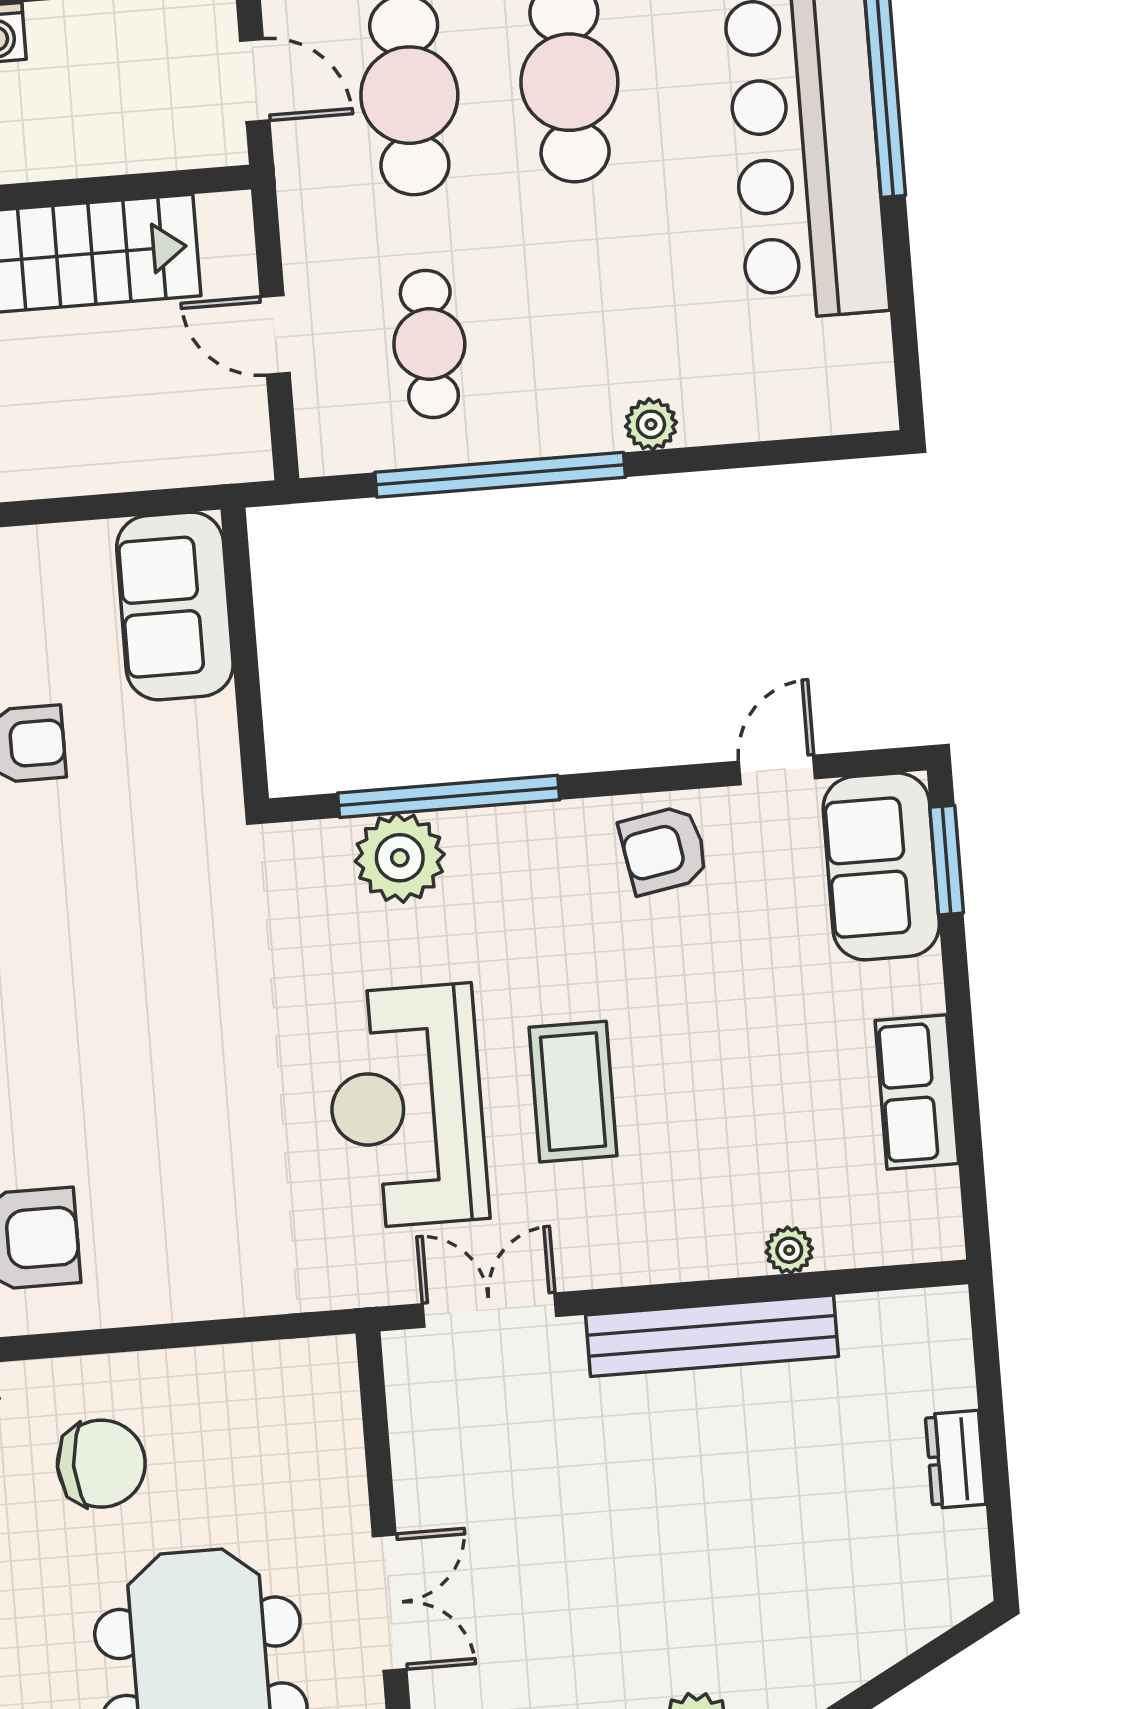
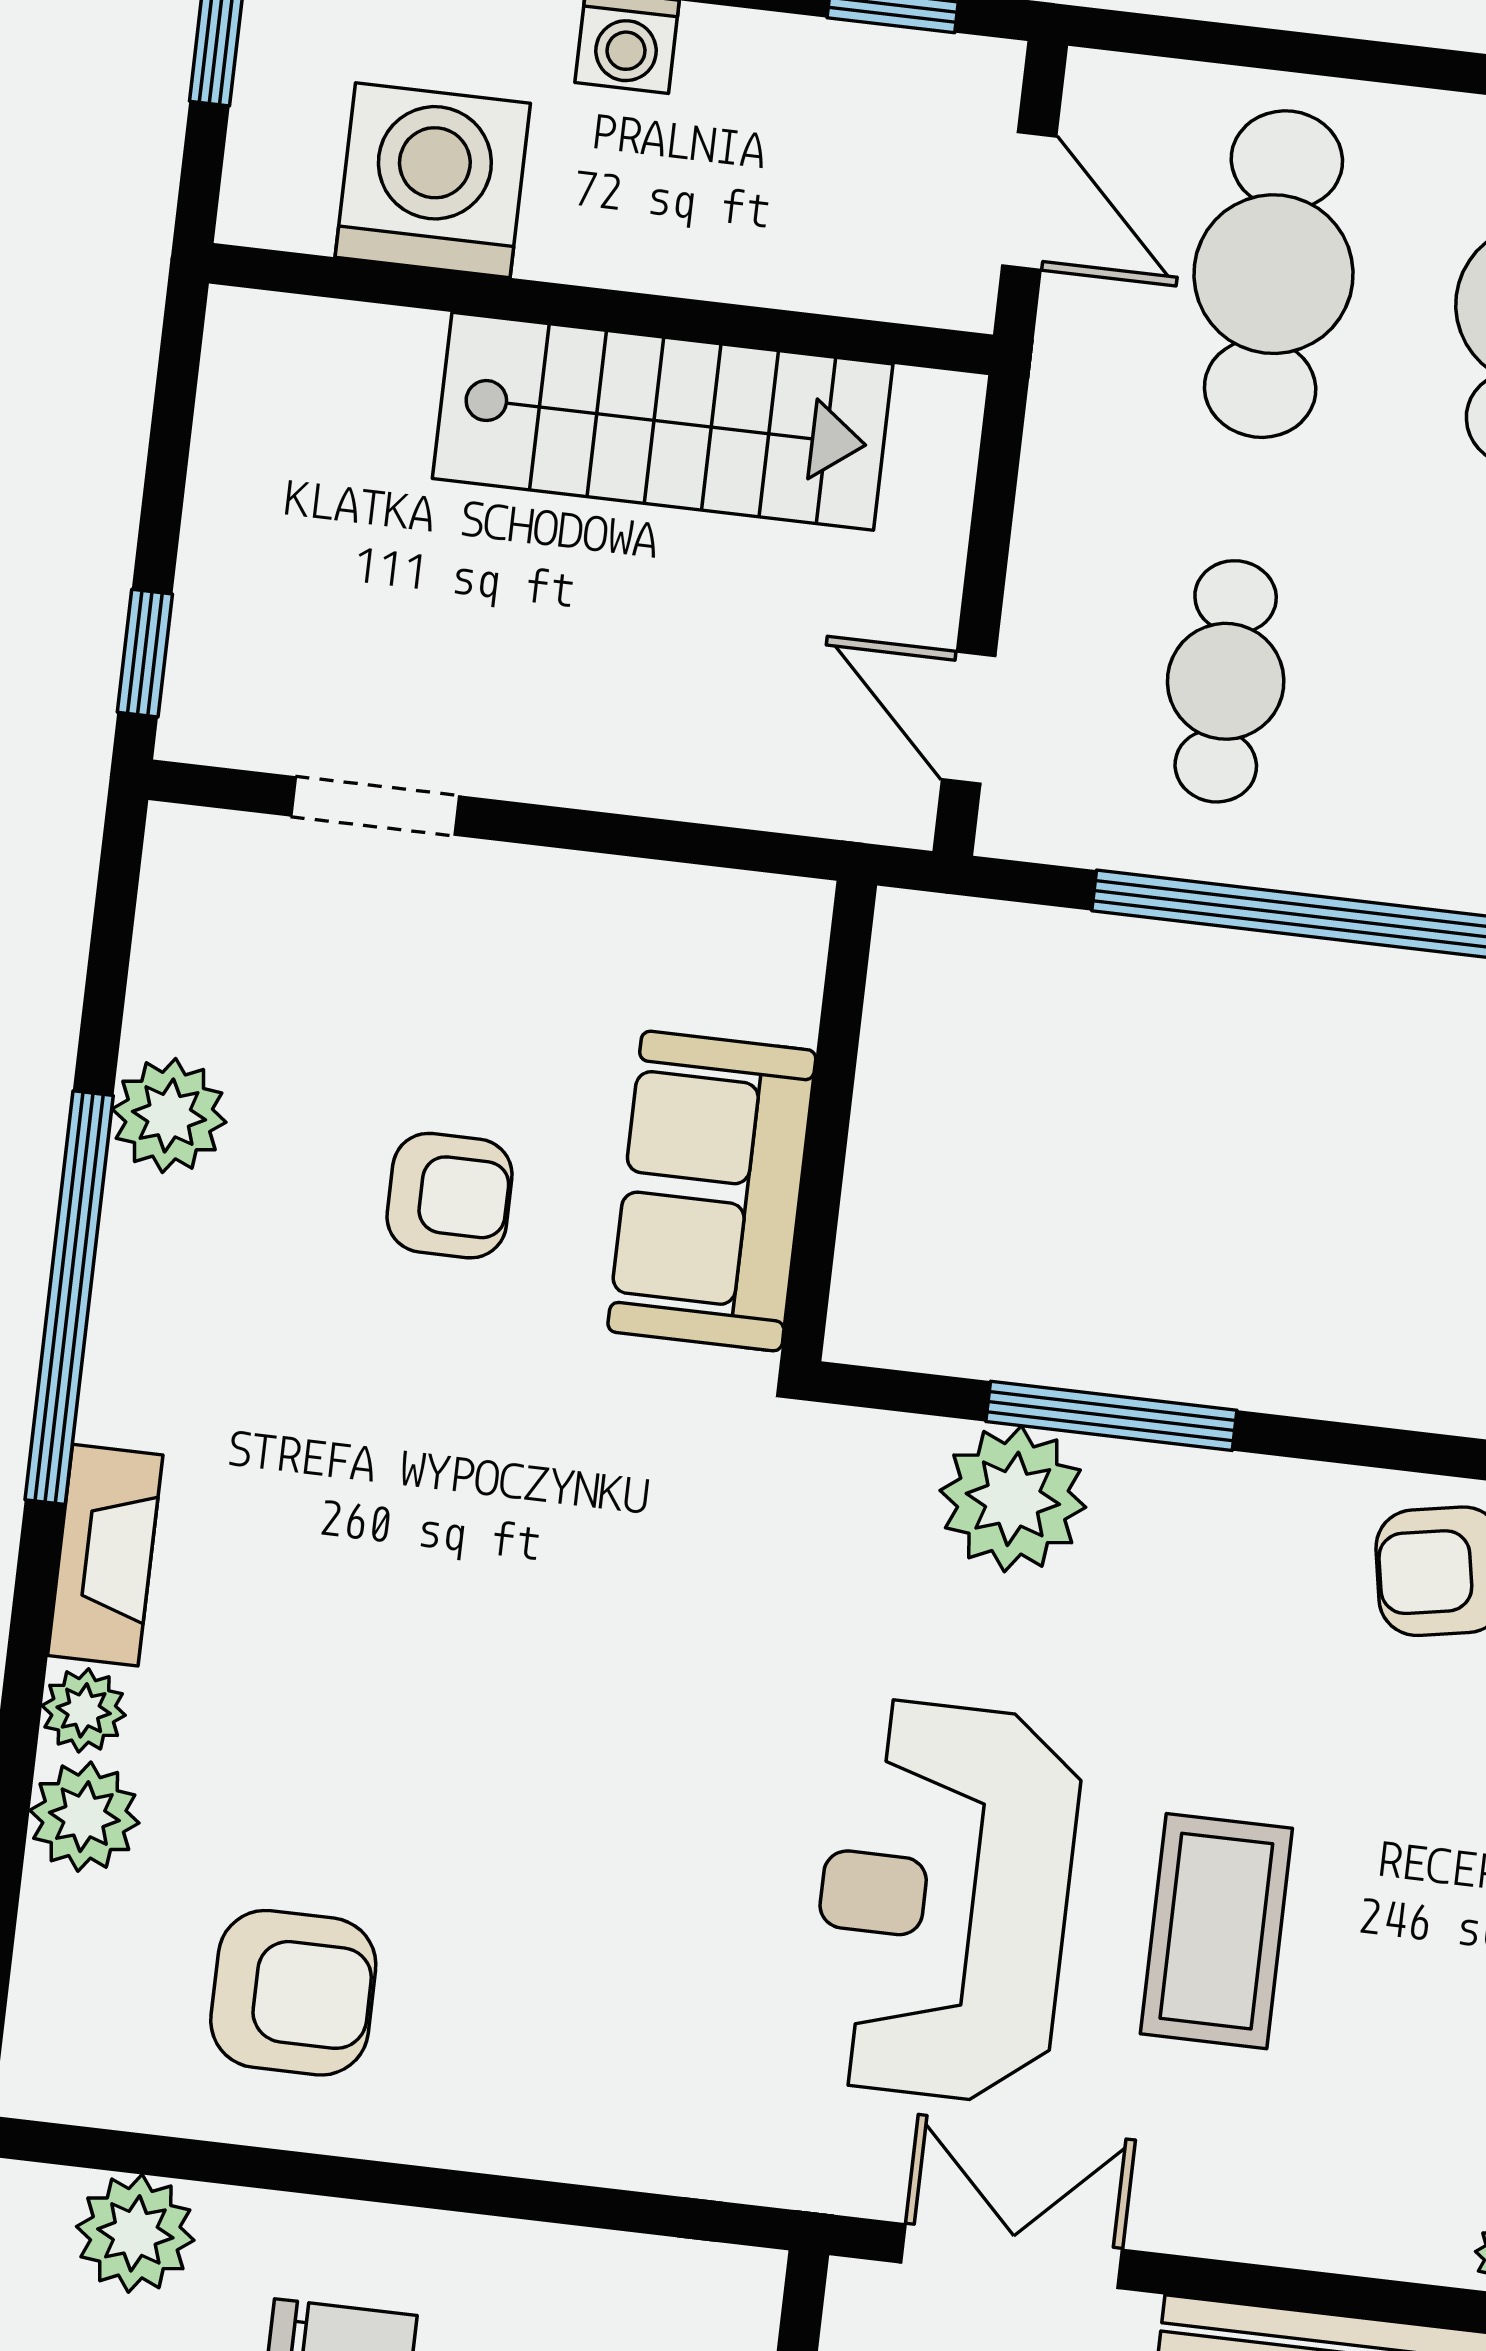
door: (275, 335) -> (969, 718), moved
sofa: (175, 606) -> (712, 1191), moved
window: (449, 796) -> (1111, 1416), width x0.68

